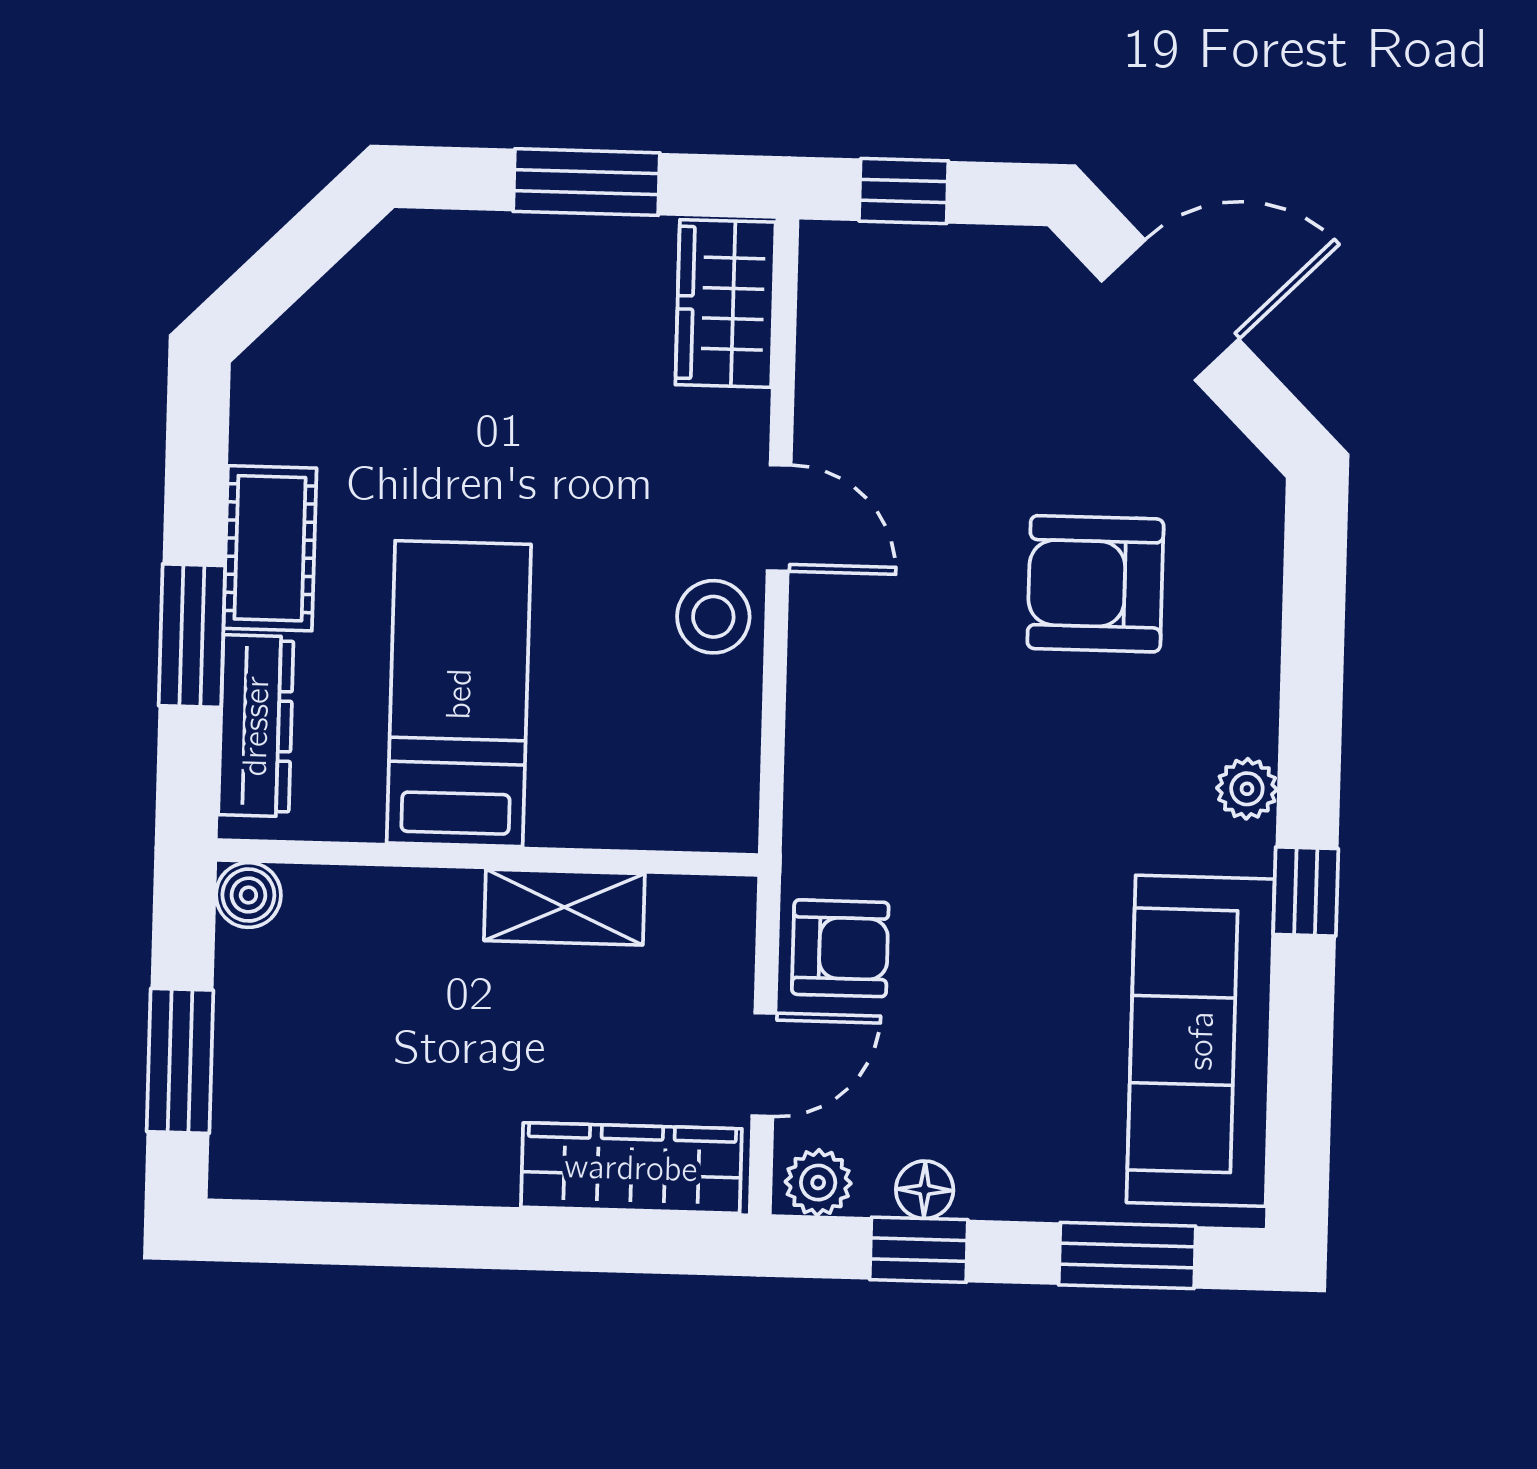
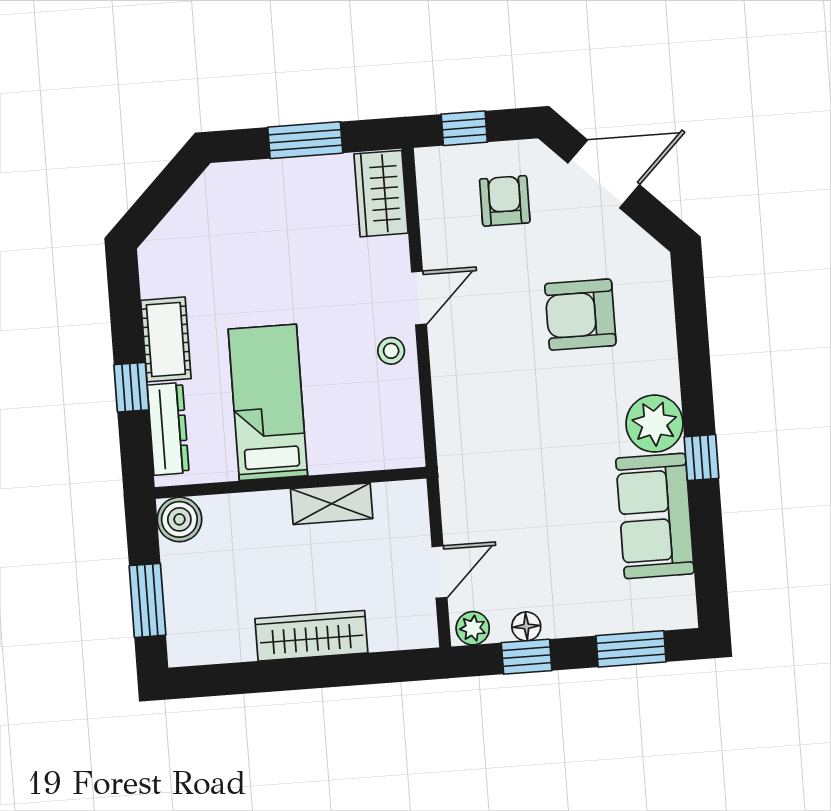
door: (779, 518) -> (419, 298), hinge flipped
stool: (713, 617) -> (391, 351), width x0.73, depth x0.73
window: (192, 636) -> (131, 387), width x0.67
plant: (1247, 789) -> (654, 424), width x1.87, depth x1.87
boiler: (248, 895) -> (179, 519), width x1.36, depth x1.36
armchair: (840, 948) -> (505, 201), moved, turned -90
sofa: (1201, 1041) -> (655, 516), width x0.73
wardrobe: (631, 1168) -> (311, 636), moved

